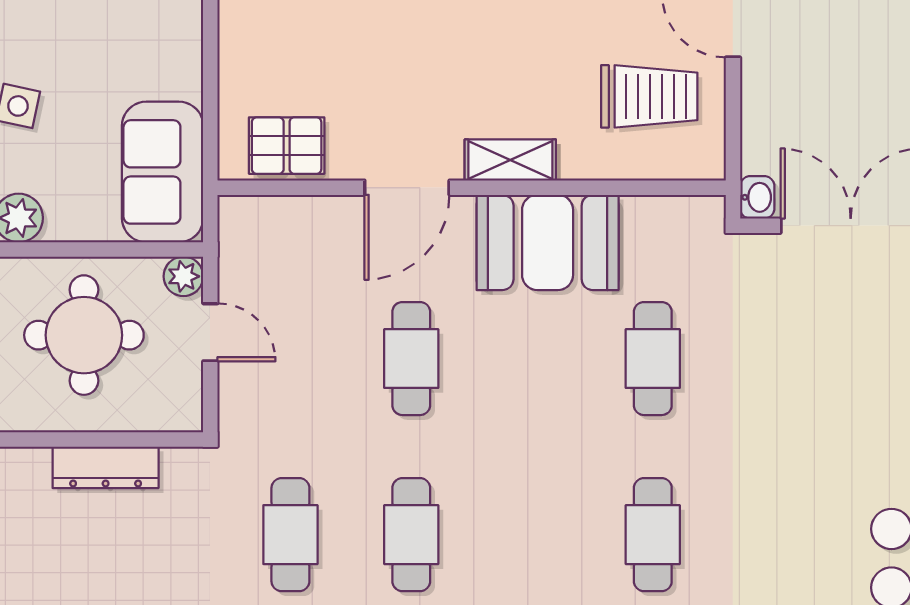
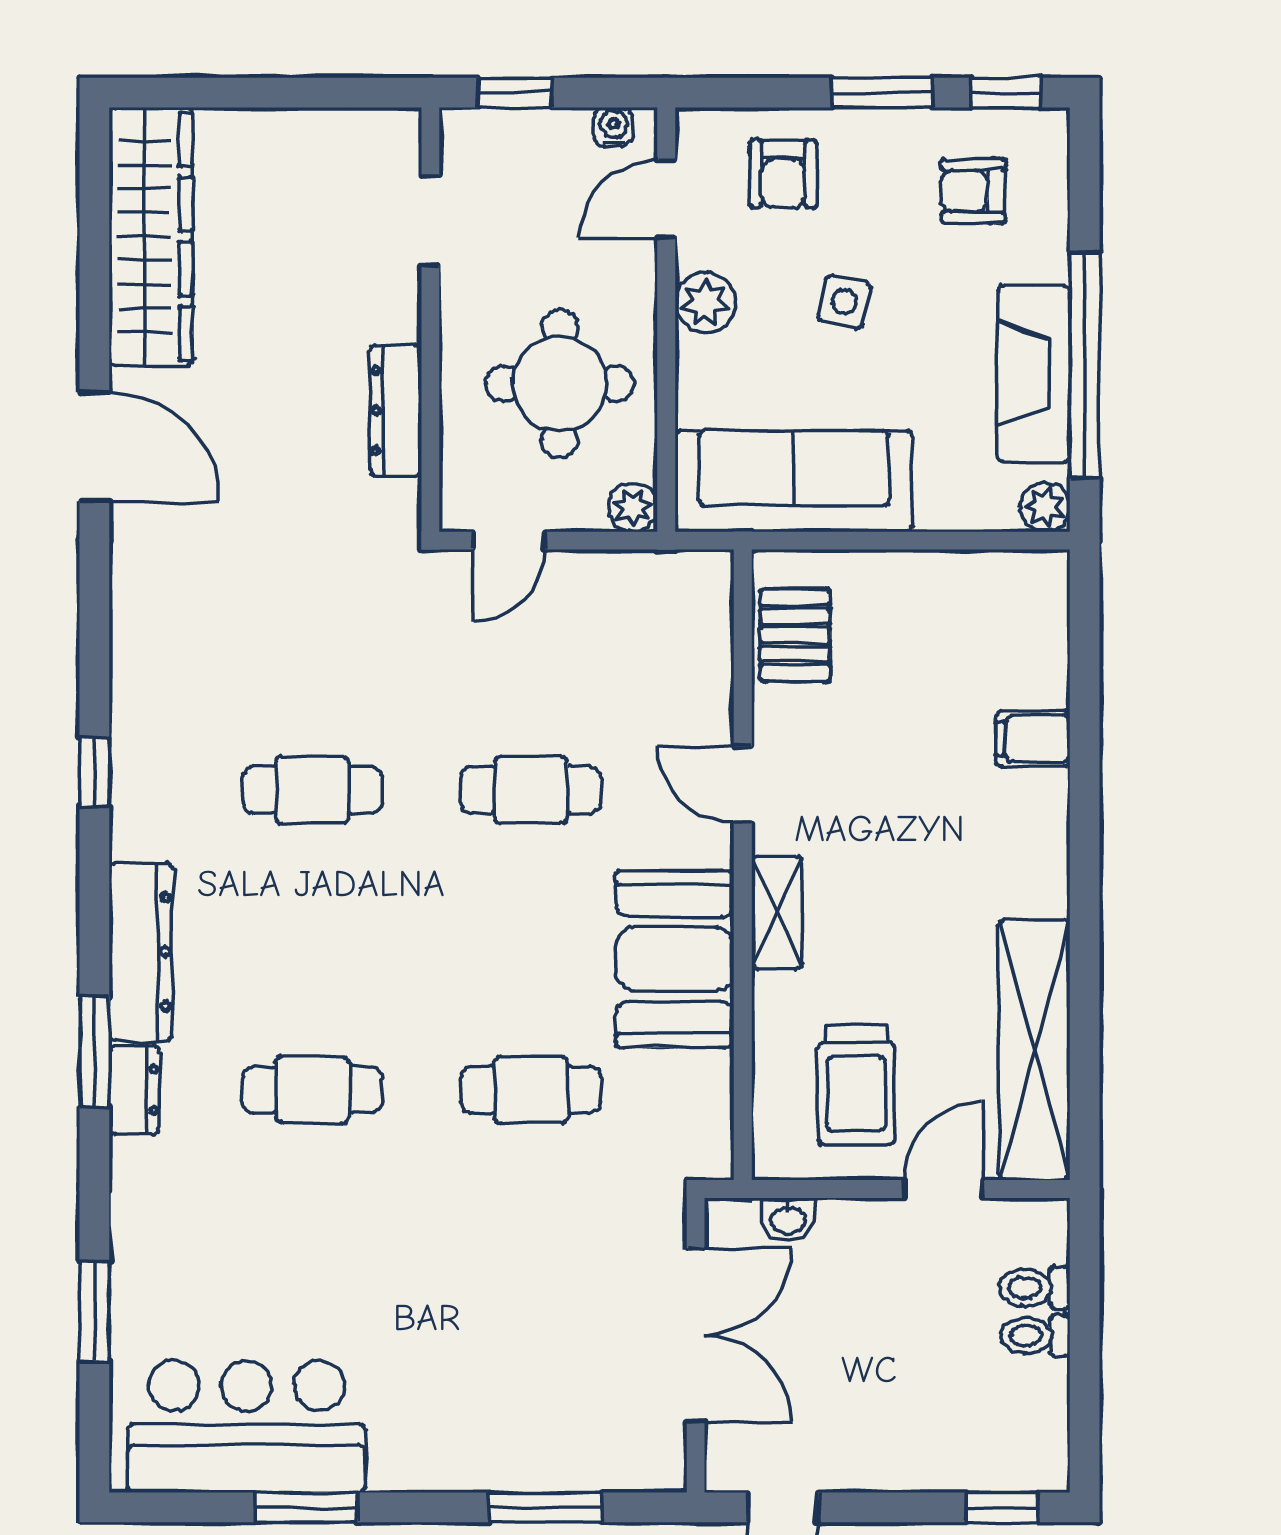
sofa: (163, 172) -> (794, 481), width x1.36
door: (407, 188) -> (743, 785), width x0.73
washbasin: (757, 197) -> (788, 1219), moved
door: (210, 332) -> (509, 541), moved
cafe table: (290, 535) -> (312, 640), removed

